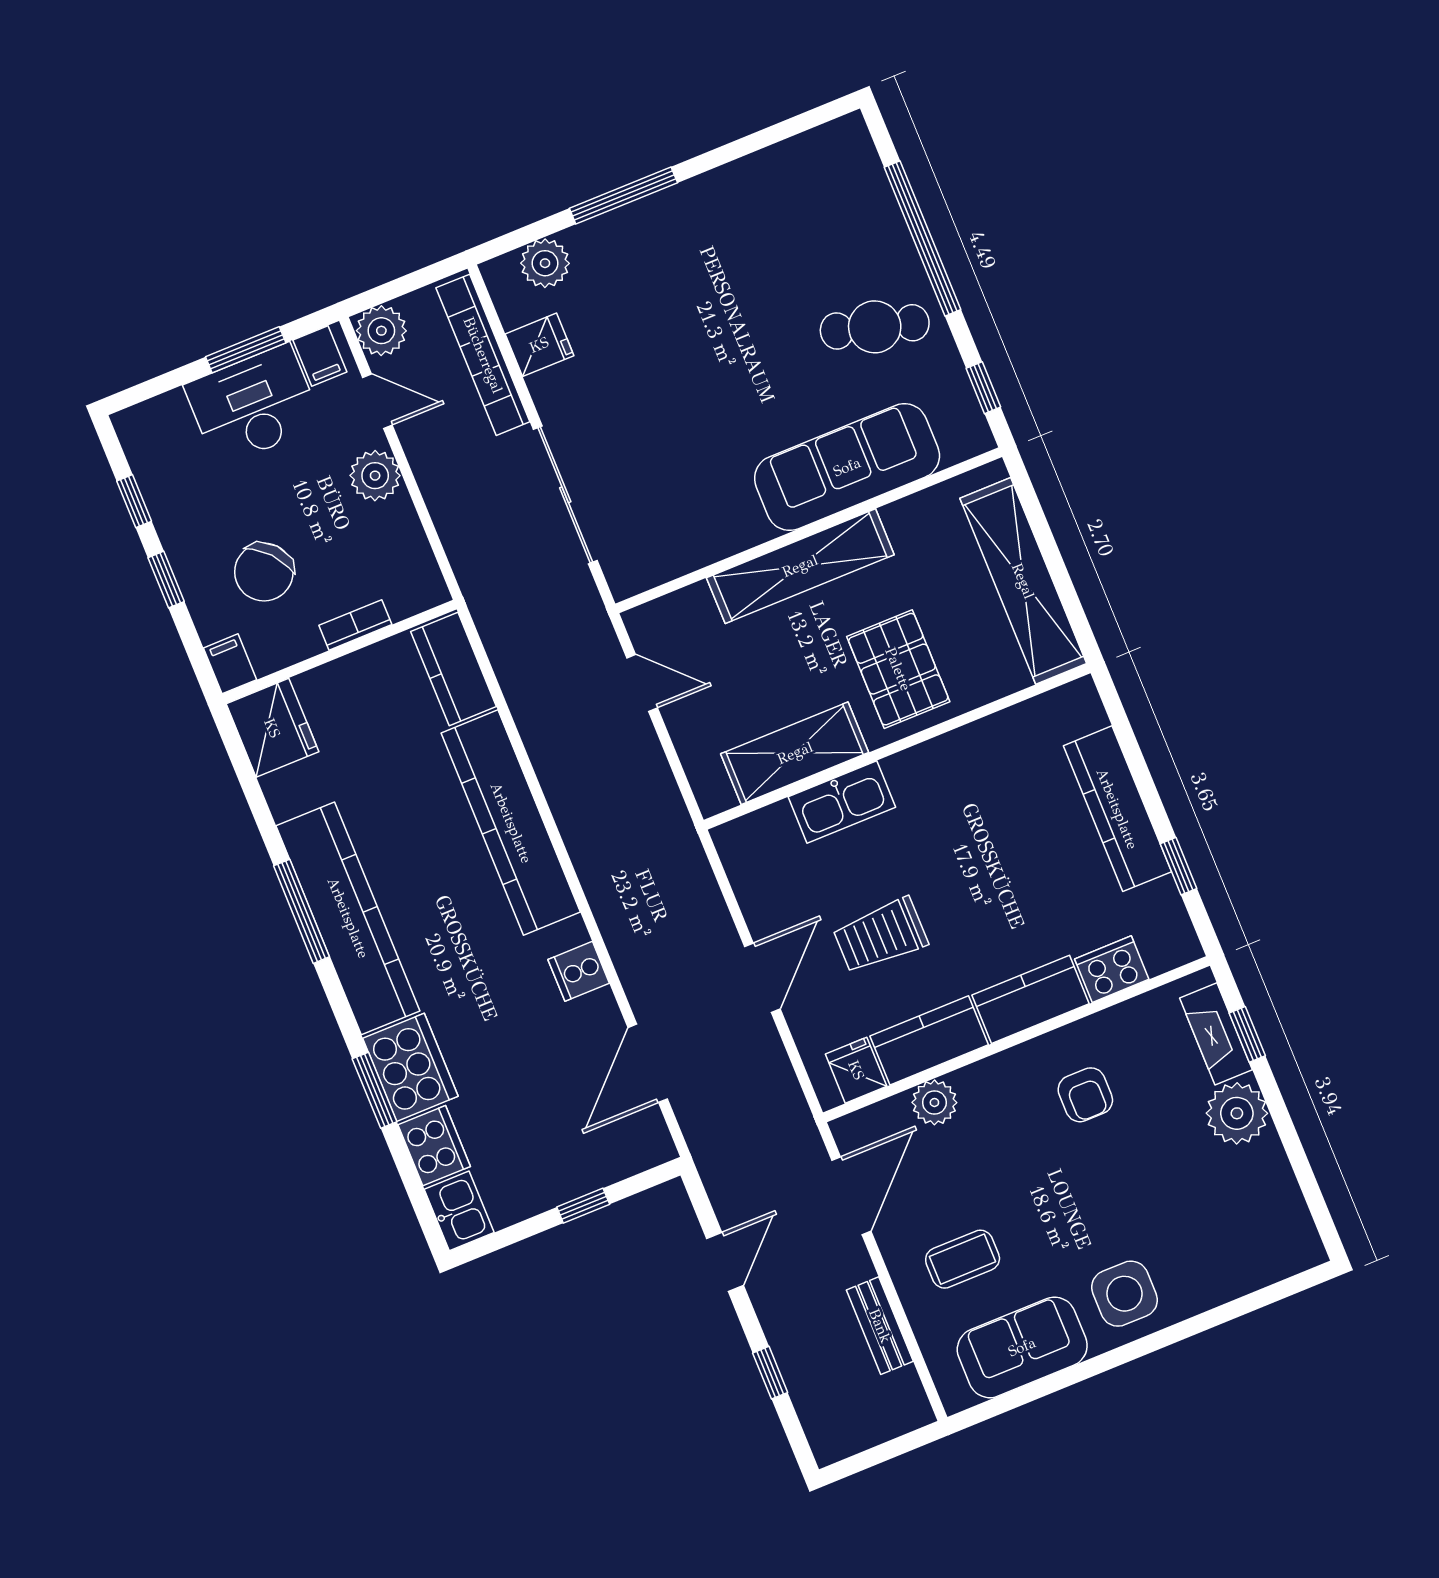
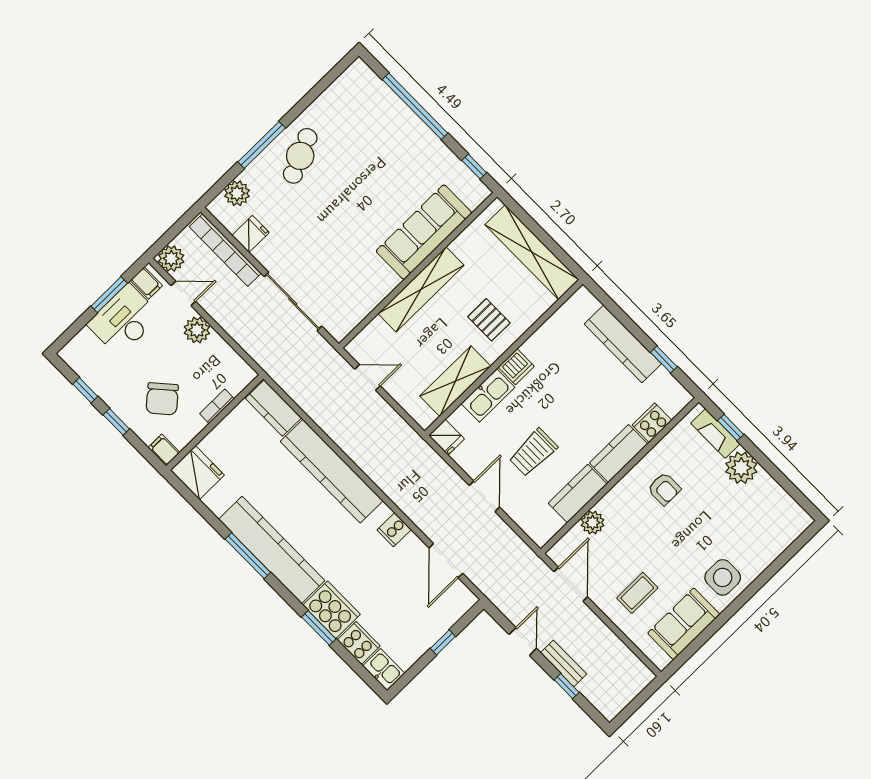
cafe table: (875, 327) -> (300, 156), moved, turned -40
pallet: (898, 669) -> (489, 320), width x0.67, depth x0.71
dishwasher: (912, 772) -> (516, 367), added
fridge: (856, 1070) -> (446, 437), moved, turned 180
bench: (880, 1326) -> (564, 663), moved

